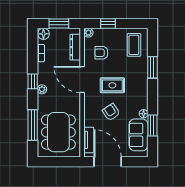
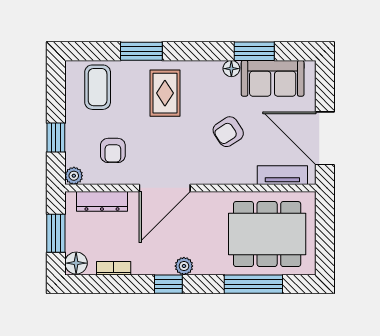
coffee table: (134, 45) -> (98, 87), turned 90
rug: (112, 85) -> (165, 93), moved
door: (108, 162) -> (325, 138), hinge flipped

